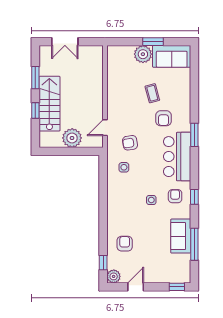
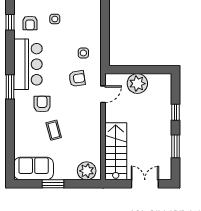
plant: (143, 54) -> (87, 171), moved
stairs: (49, 104) -> (116, 151), moved, turned 180

